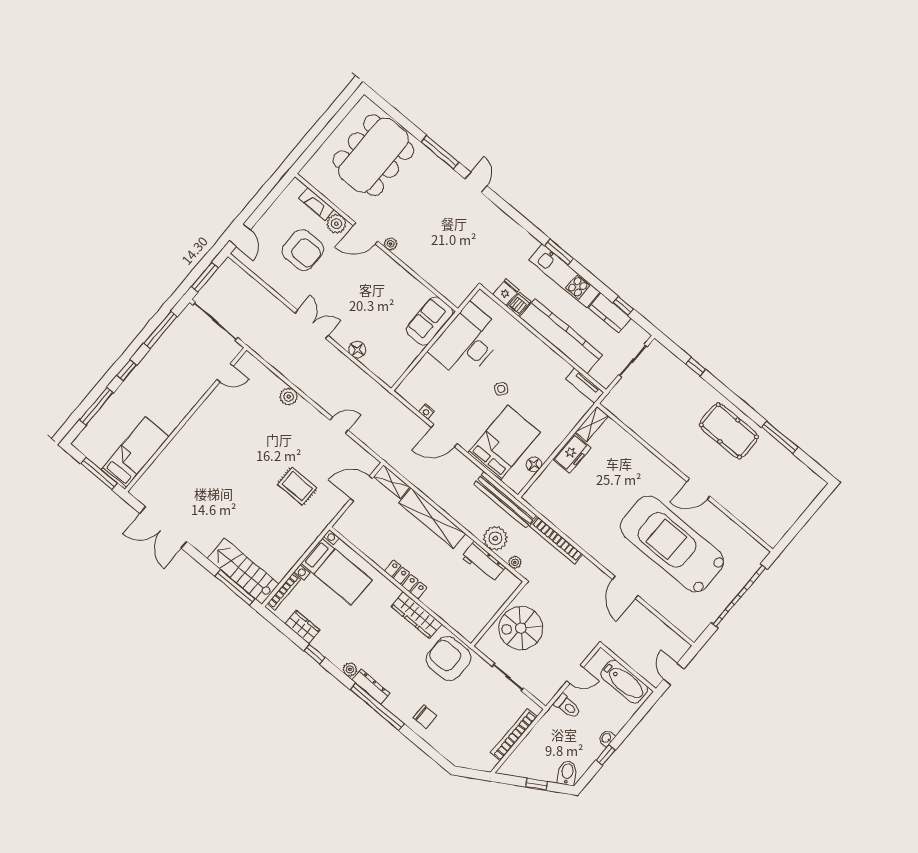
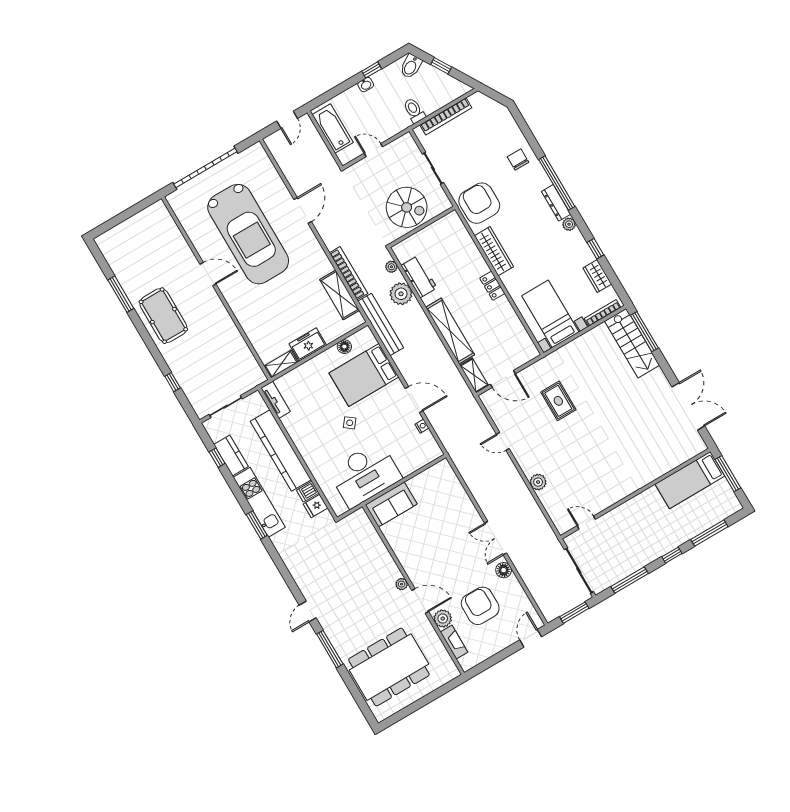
floor lamp: (357, 350) -> (504, 570), moved
shelving: (557, 515) -> (340, 295), added
locker: (406, 579) -> (492, 286), width x0.66
armchair: (449, 659) -> (479, 203), turned 180
toilet: (567, 706) -> (414, 110), moved

